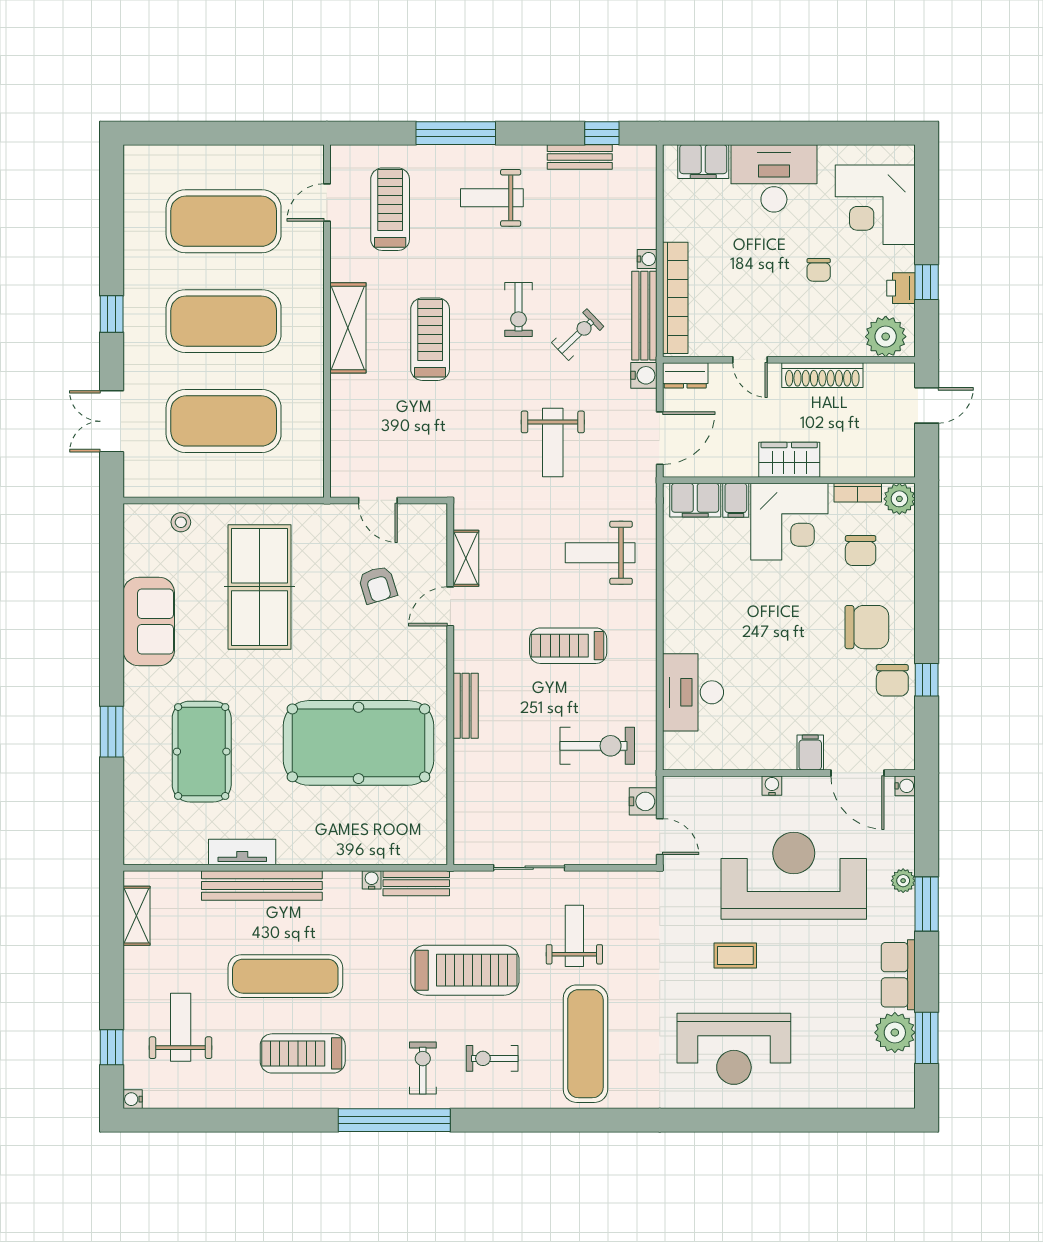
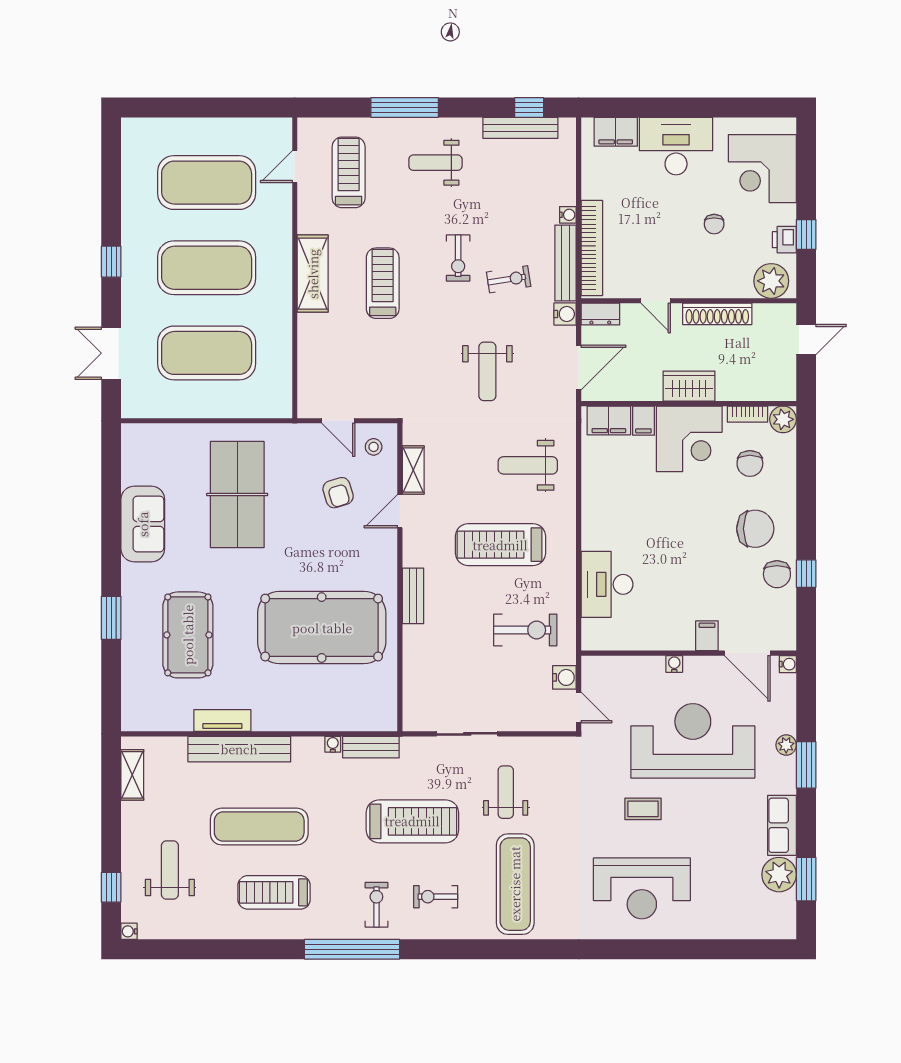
bench: (580, 157) -> (520, 128), width x1.36
exercise bike: (578, 335) -> (509, 279), turned 35
stool: (181, 522) -> (374, 447), moved
treadmill: (568, 646) -> (500, 545), width x1.37, depth x1.38

